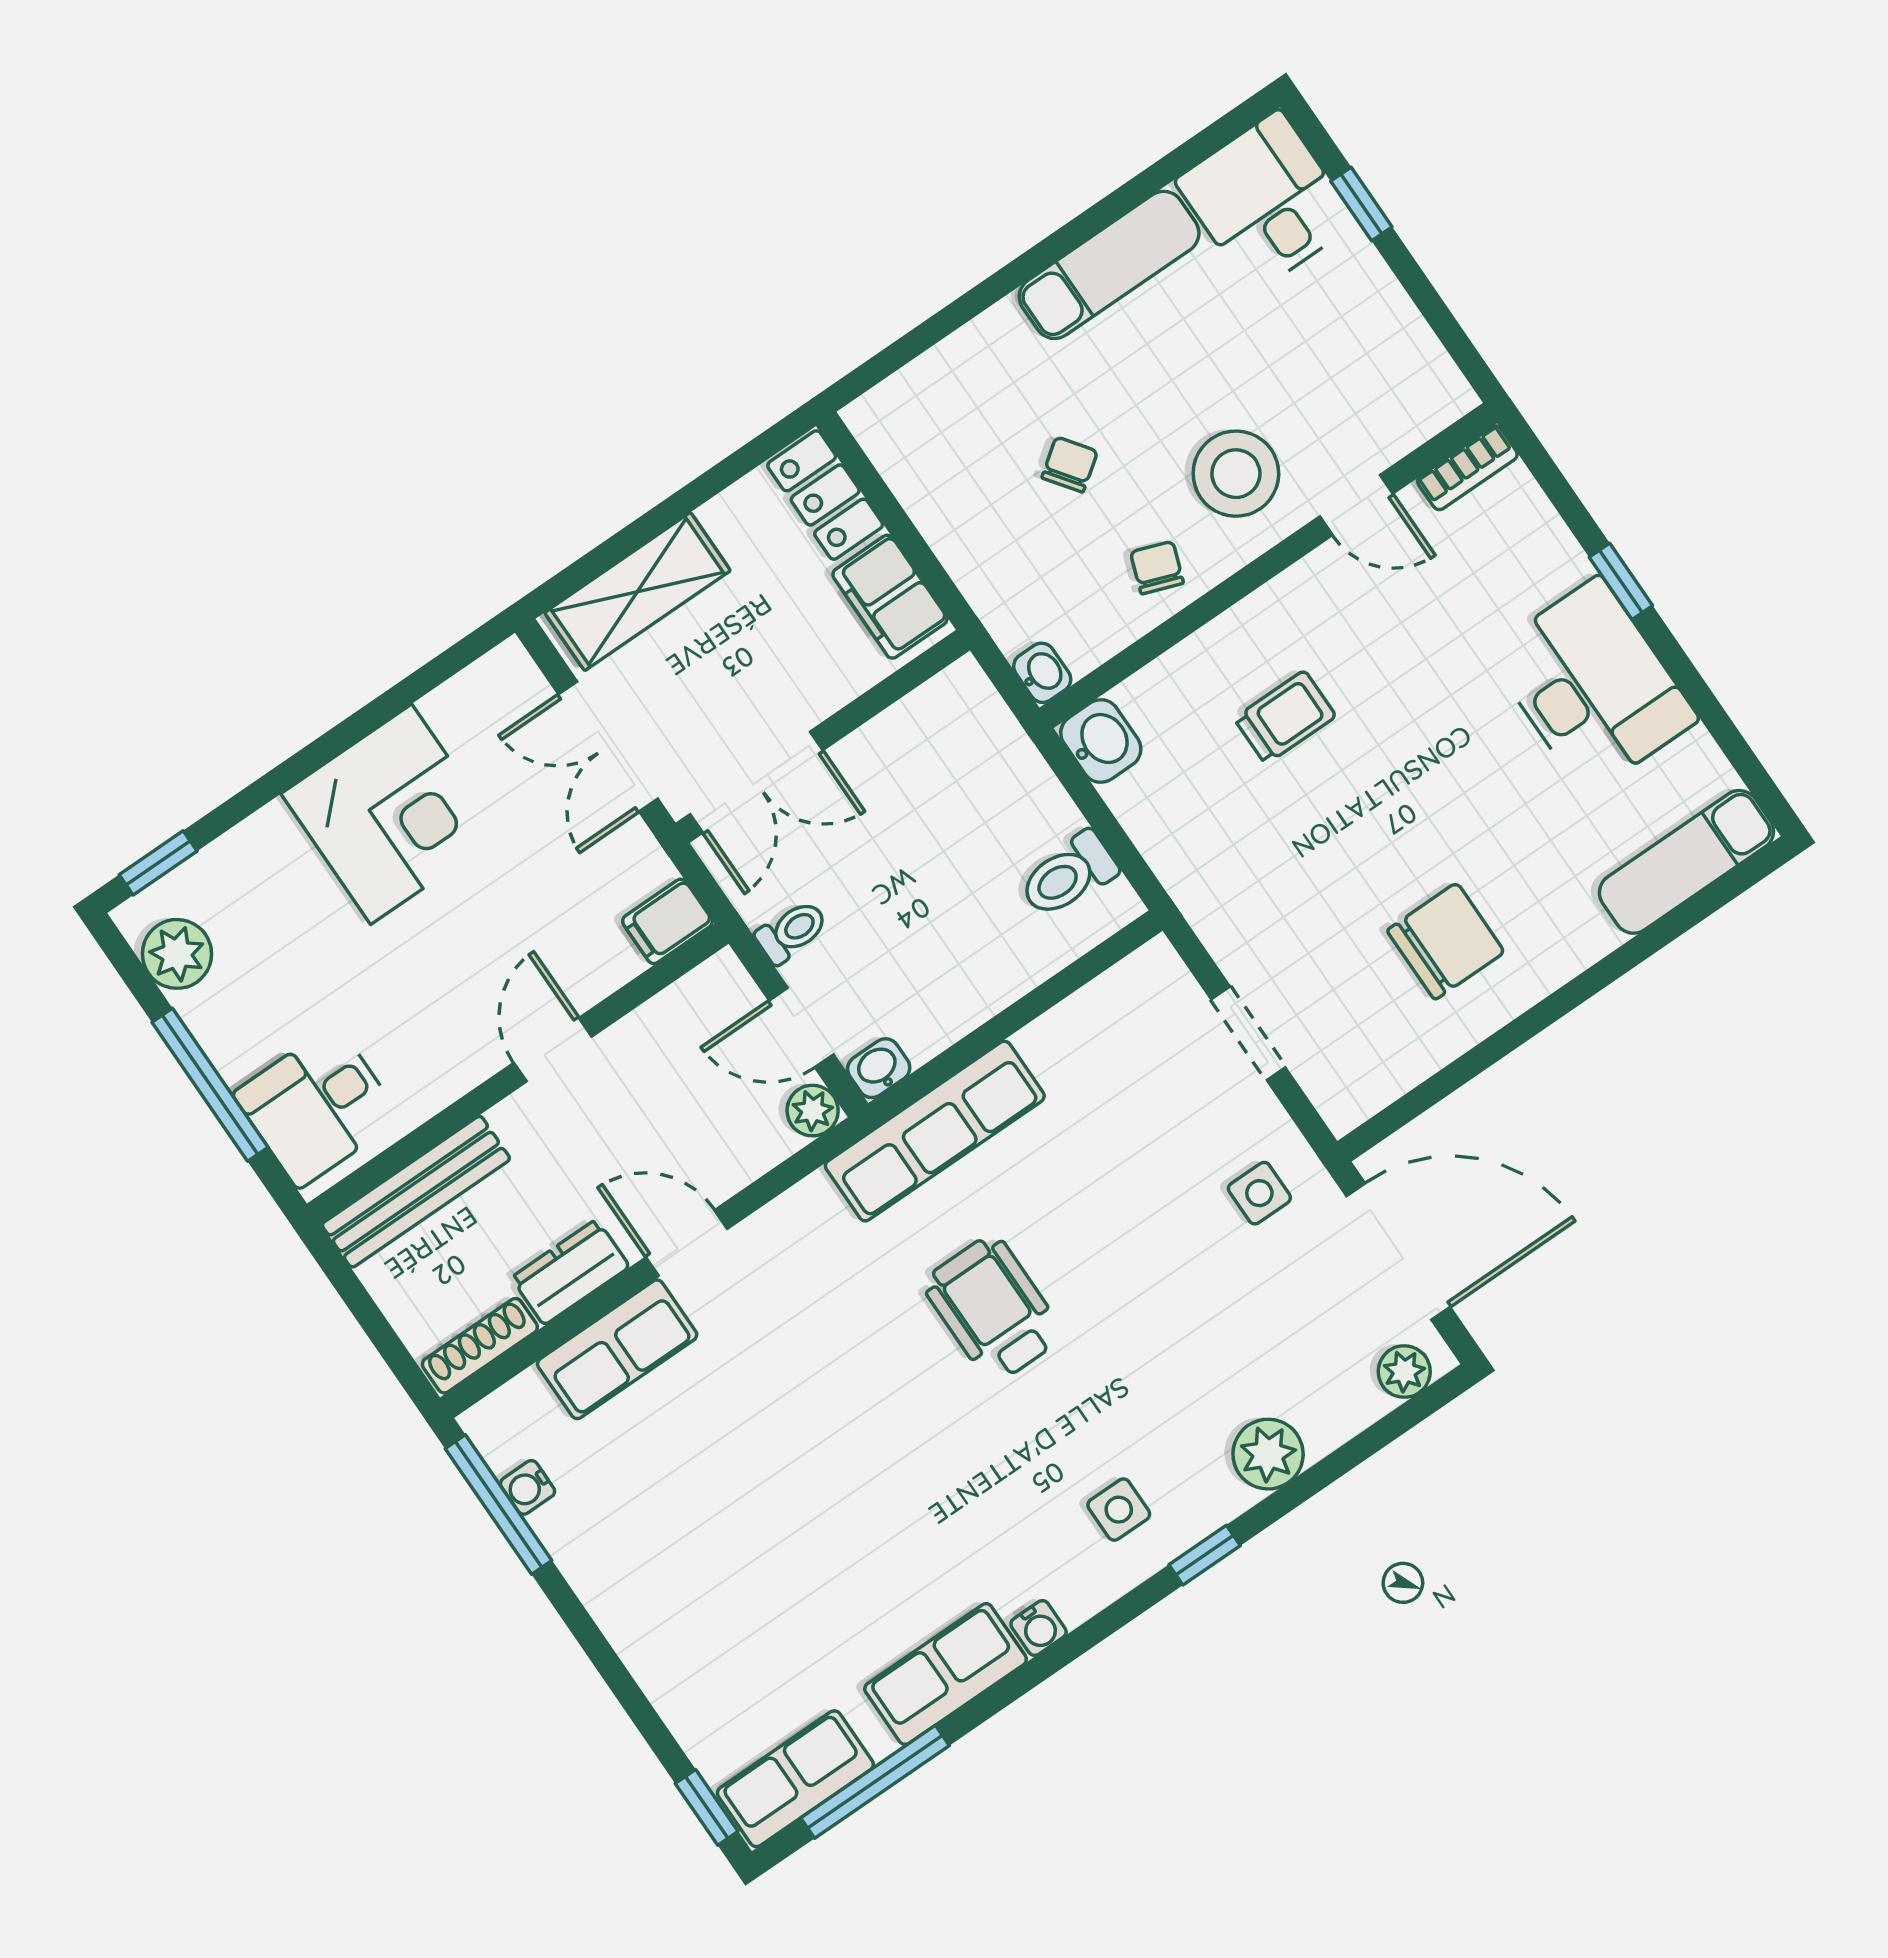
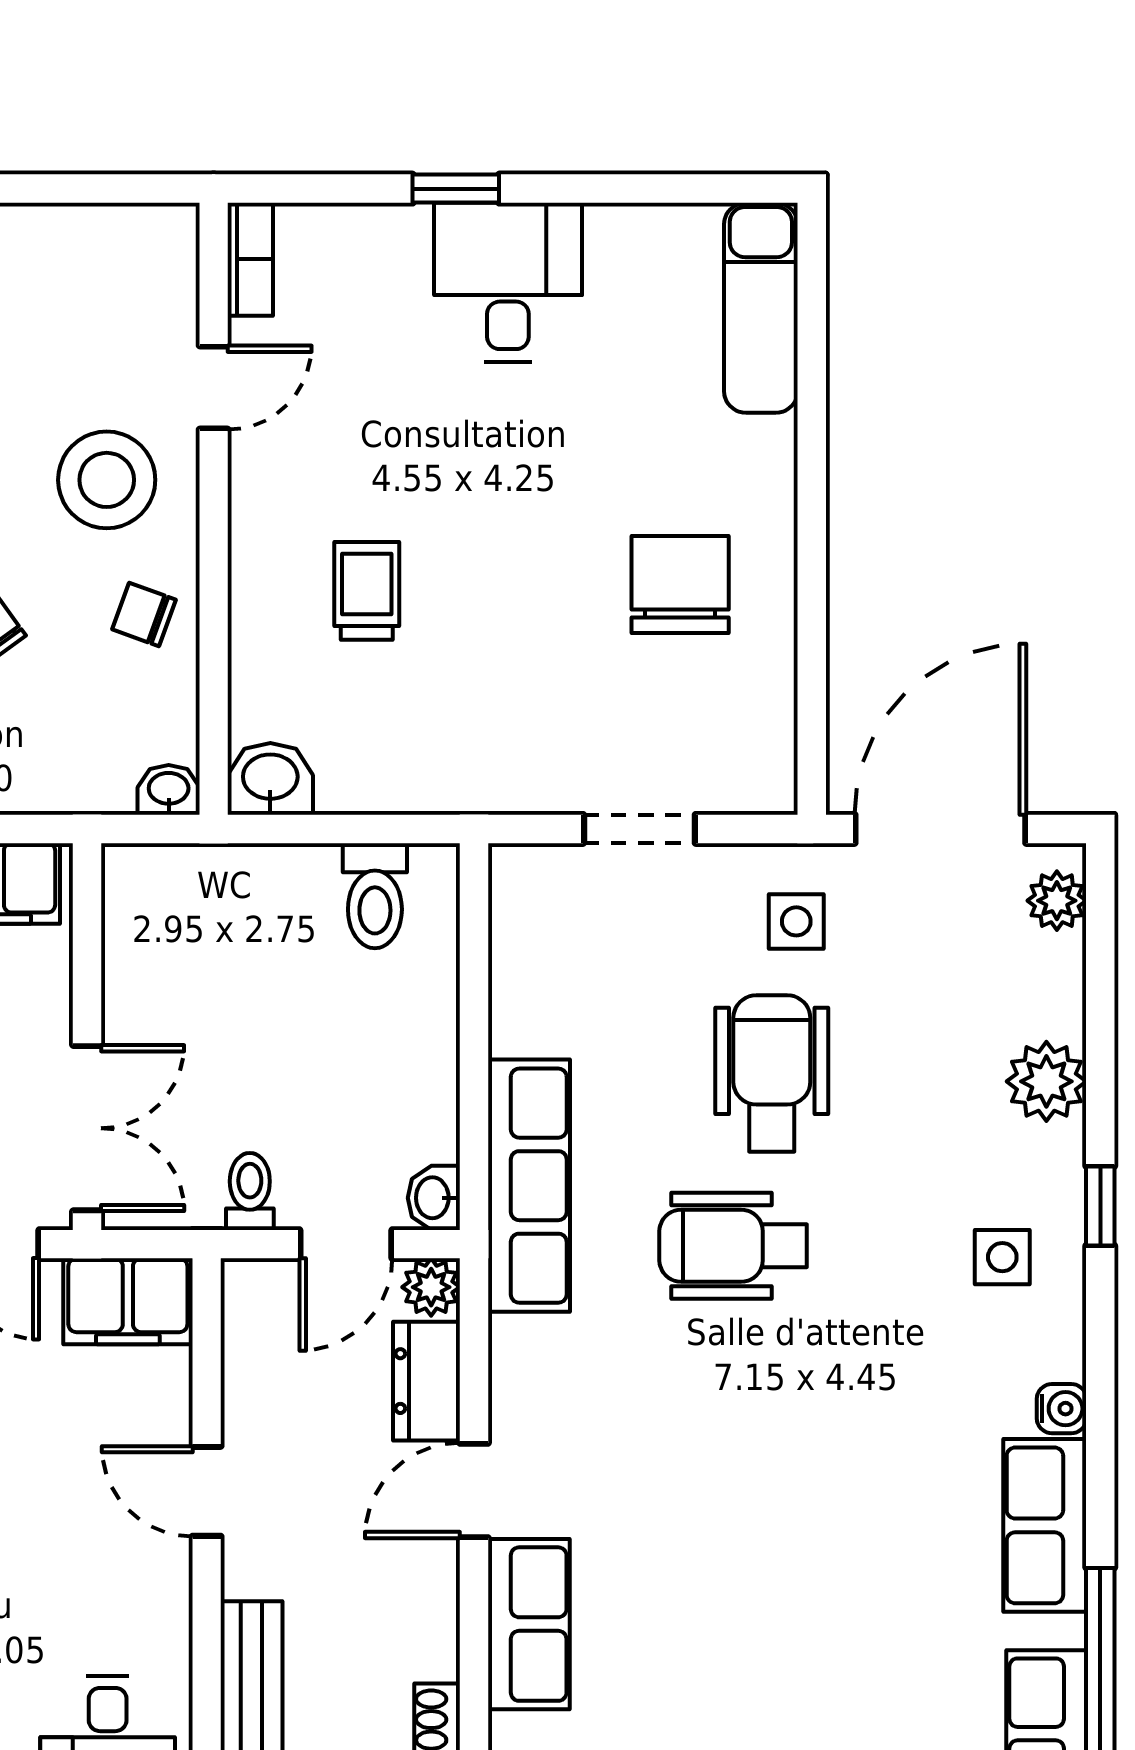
desk: (1593, 686) -> (508, 282), width x0.73
filing cabinet: (667, 921) -> (128, 1301), width x2.00
wheelchair: (1137, 1251) -> (772, 1073), added
dresser: (570, 1272) -> (426, 1381), moved

